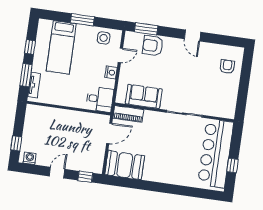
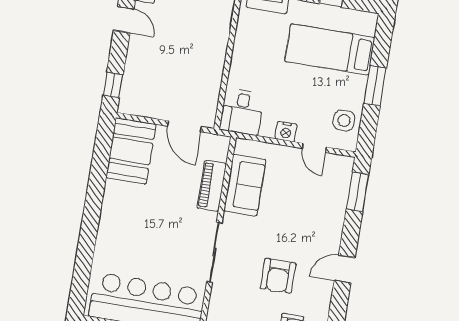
armchair: (153, 46) -> (278, 276), moved, turned 180
piano: (128, 114) -> (212, 186), moved
door: (57, 173) -> (124, 20), moved

